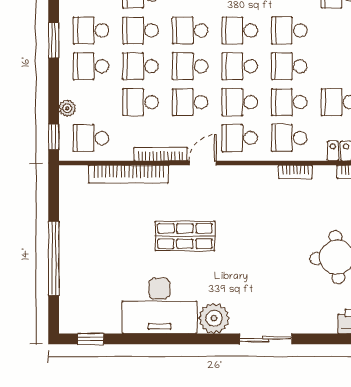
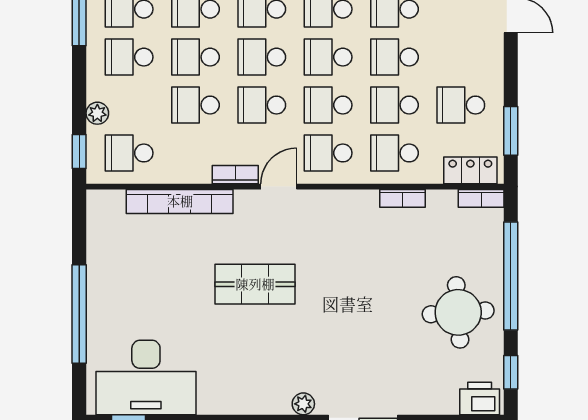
bookcase: (161, 154) -> (235, 175), width x0.64
desk: (160, 306) -> (146, 377), moved
plant: (214, 318) -> (303, 404), width x0.53, depth x0.53

